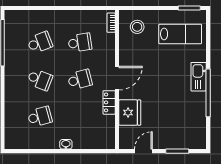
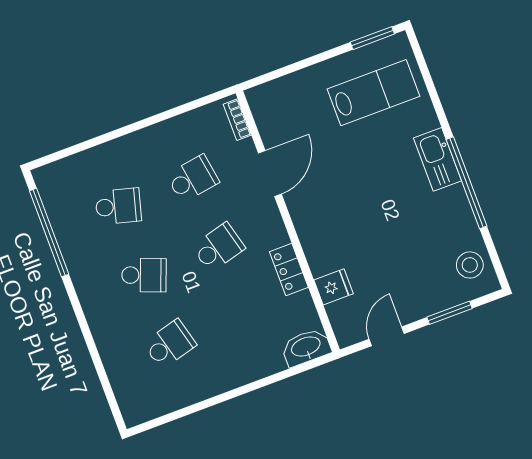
stool: (137, 27) -> (470, 265), moved
school desk: (40, 43) -> (118, 206), turned 36
door: (117, 78) -> (270, 173), moved
fridge: (130, 113) -> (334, 287), width x0.53, depth x0.75
washbasin: (66, 144) -> (306, 347), moved, width x1.91, depth x1.45

